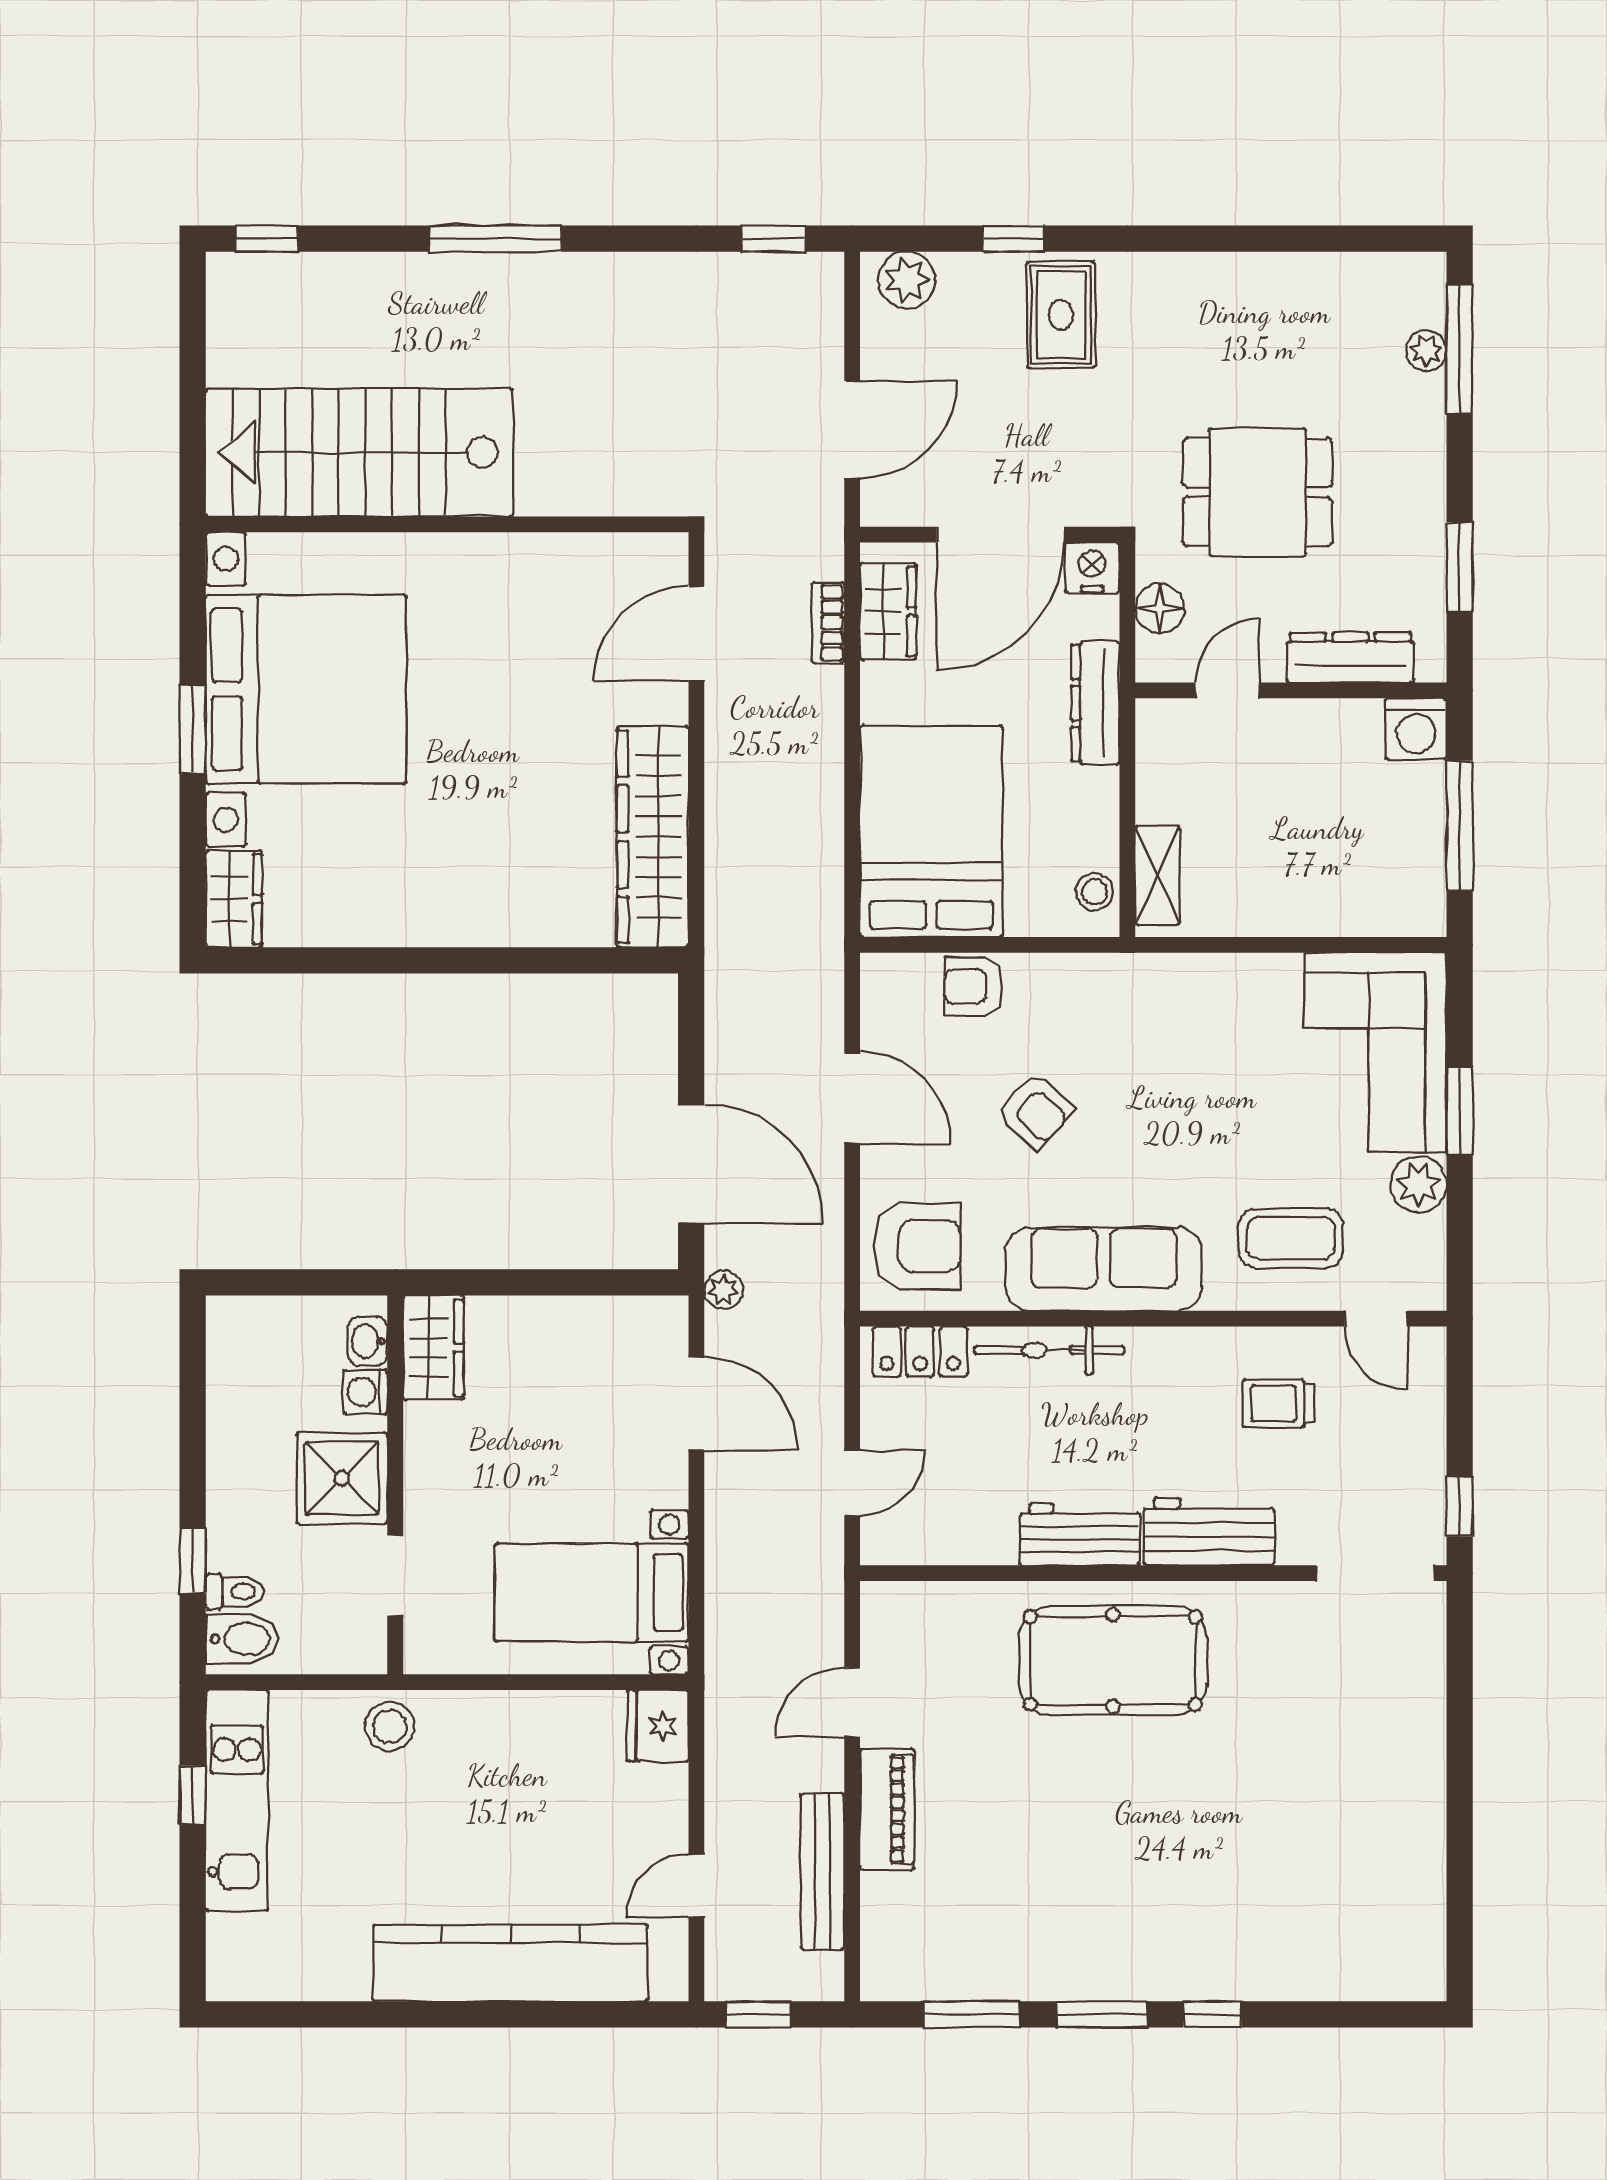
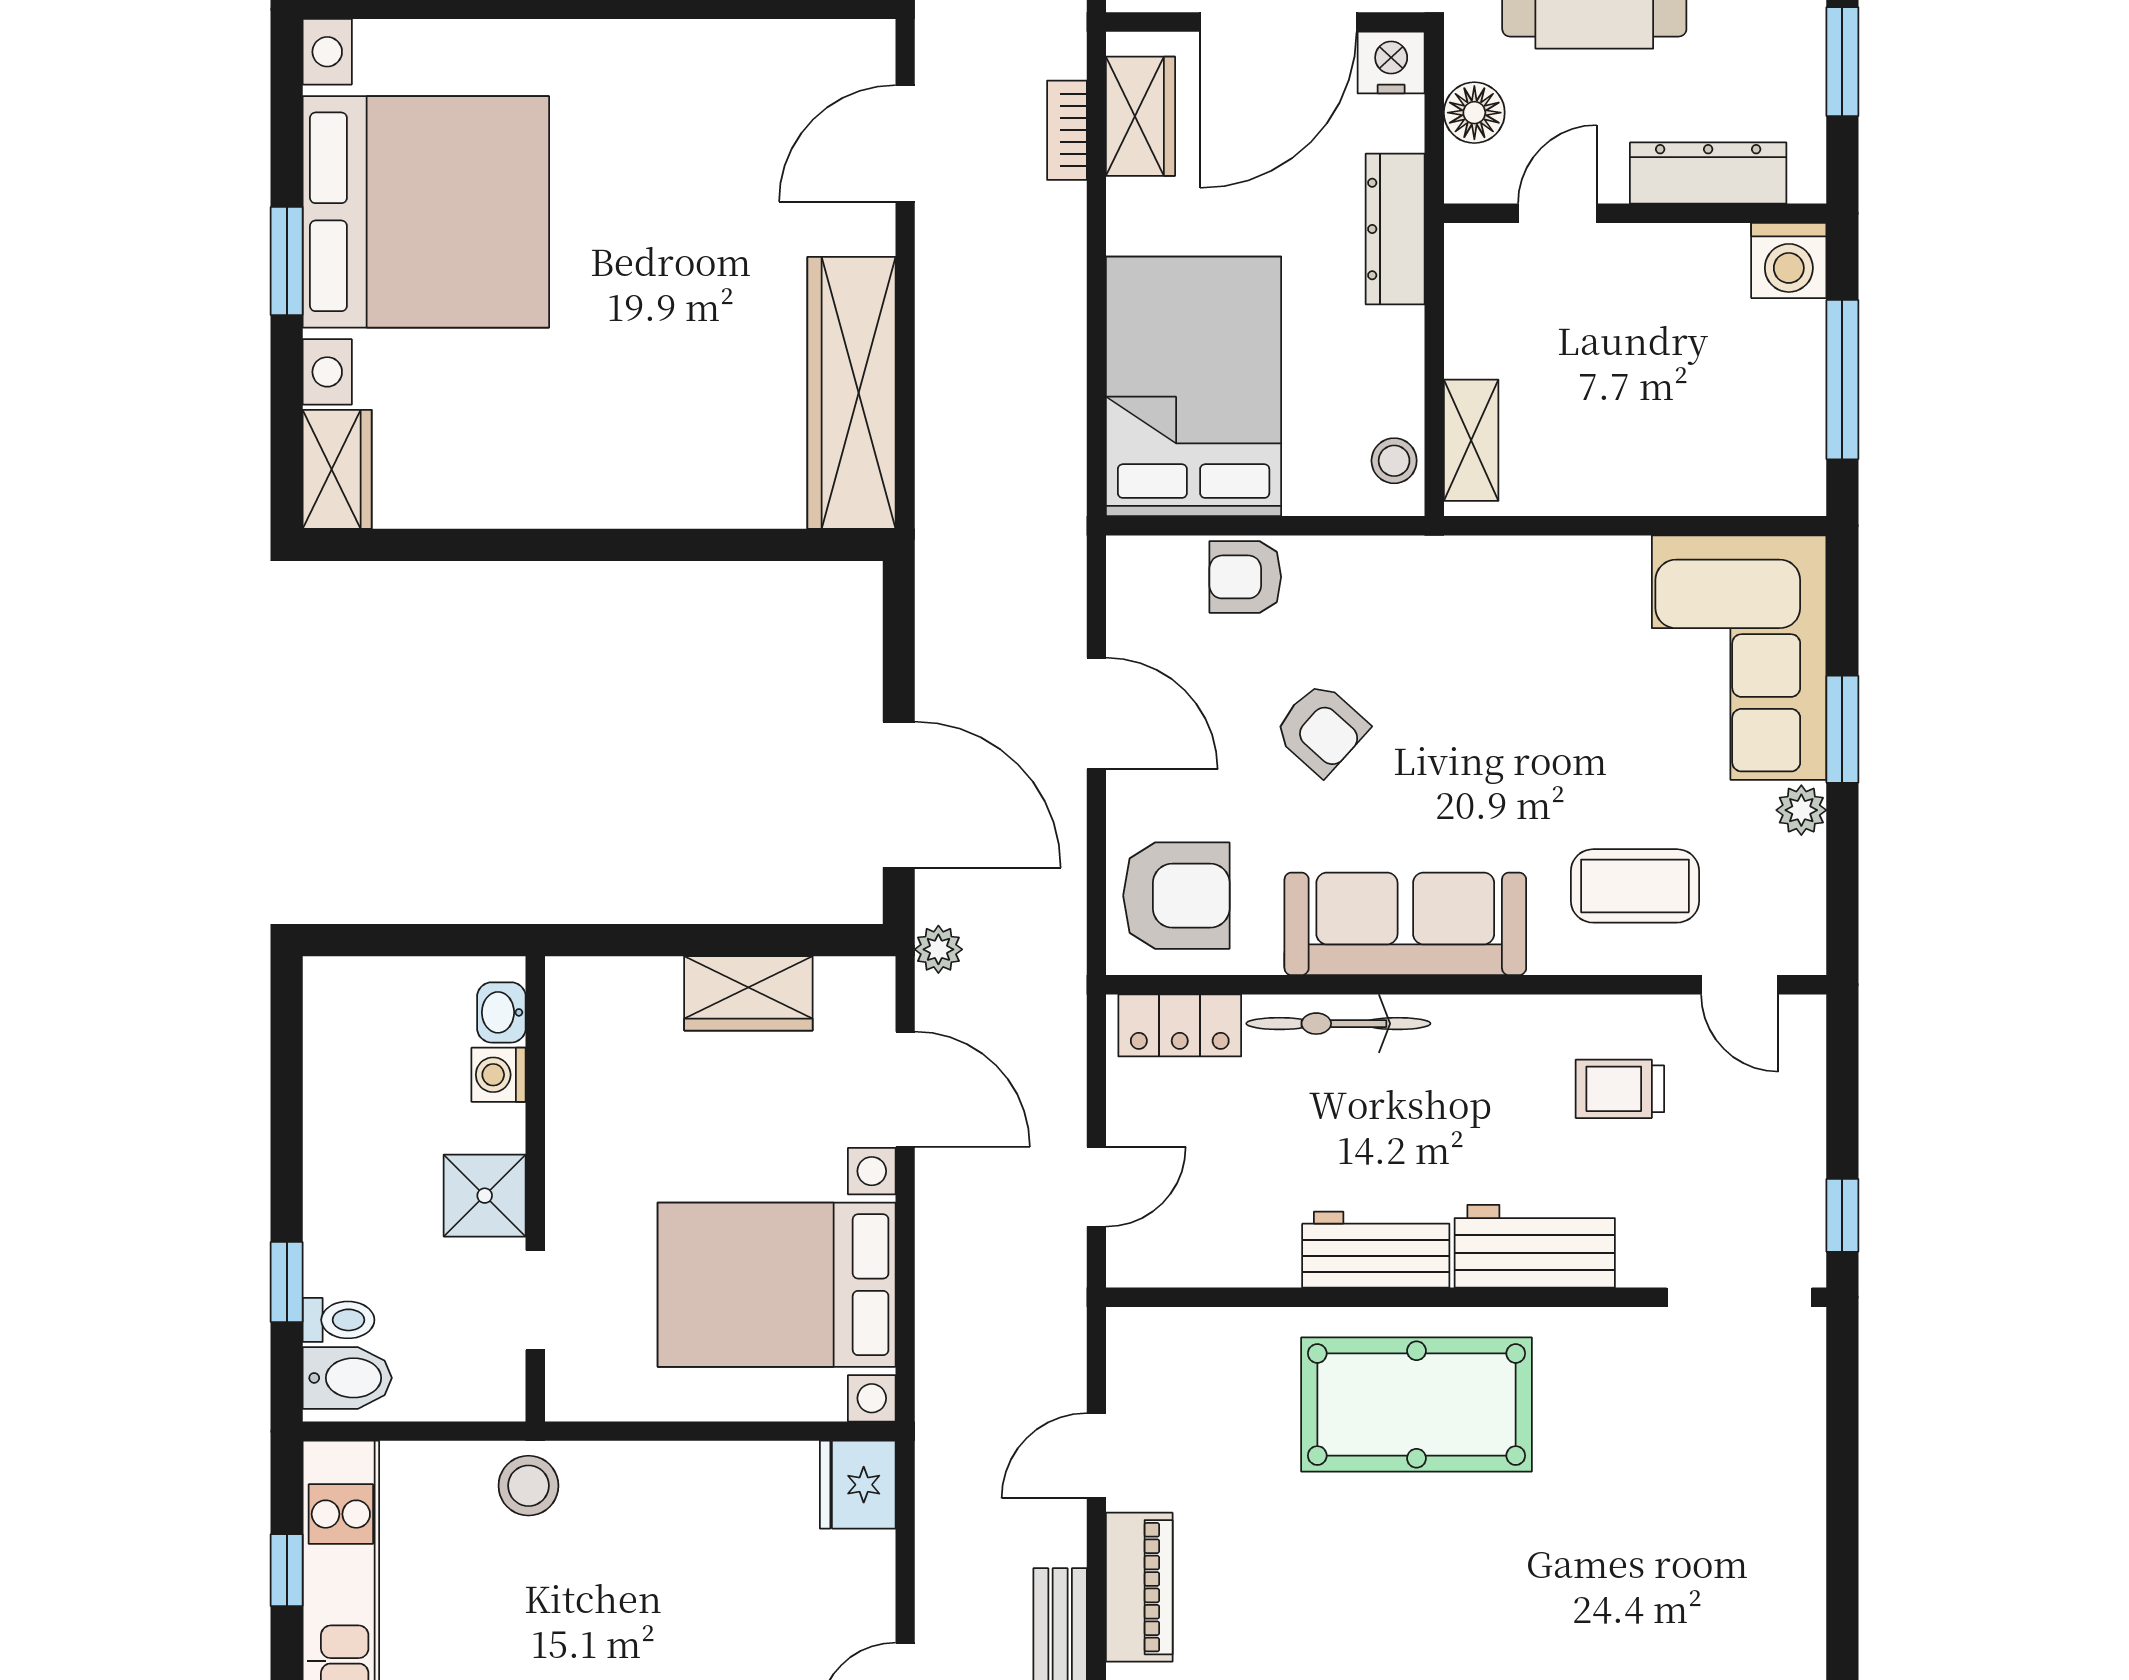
plant: (1418, 1184) -> (1801, 810), width x0.73, depth x0.73
wardrobe: (433, 1348) -> (748, 993), moved, turned 90
shower: (342, 1478) -> (485, 1196), width x0.73, depth x0.73
bed with nightstands: (592, 1592) -> (777, 1285), width x1.36

